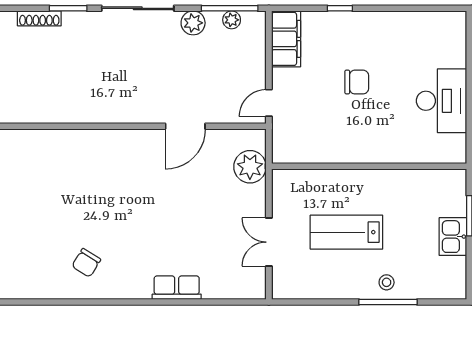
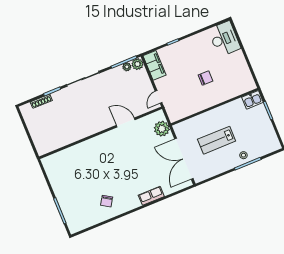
plant: (193, 23) -> (137, 64), moved
chair: (357, 82) -> (206, 78), moved
desk: (441, 101) -> (224, 39), moved
door: (185, 126) -> (126, 122), swing flipped
kitchen sink: (453, 237) -> (252, 100), moved, turned -90
double door: (269, 242) -> (184, 159), width x1.87

